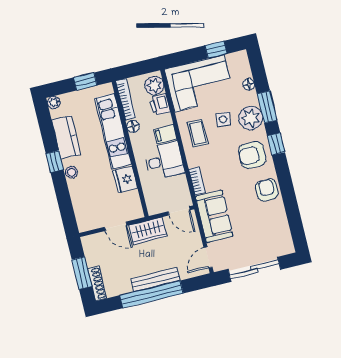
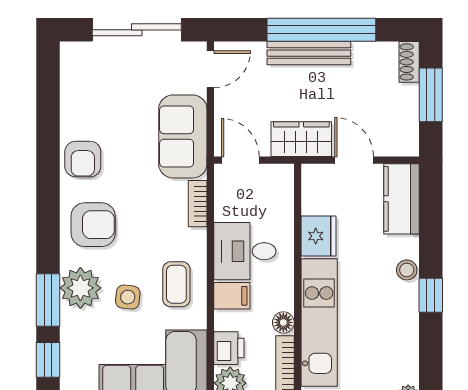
floor lamp: (249, 84) -> (70, 346), removed
kitchen counter: (66, 137) -> (402, 199), moved
window: (276, 144) -> (48, 360), moved
shoe rack: (97, 283) -> (409, 62), width x0.70

